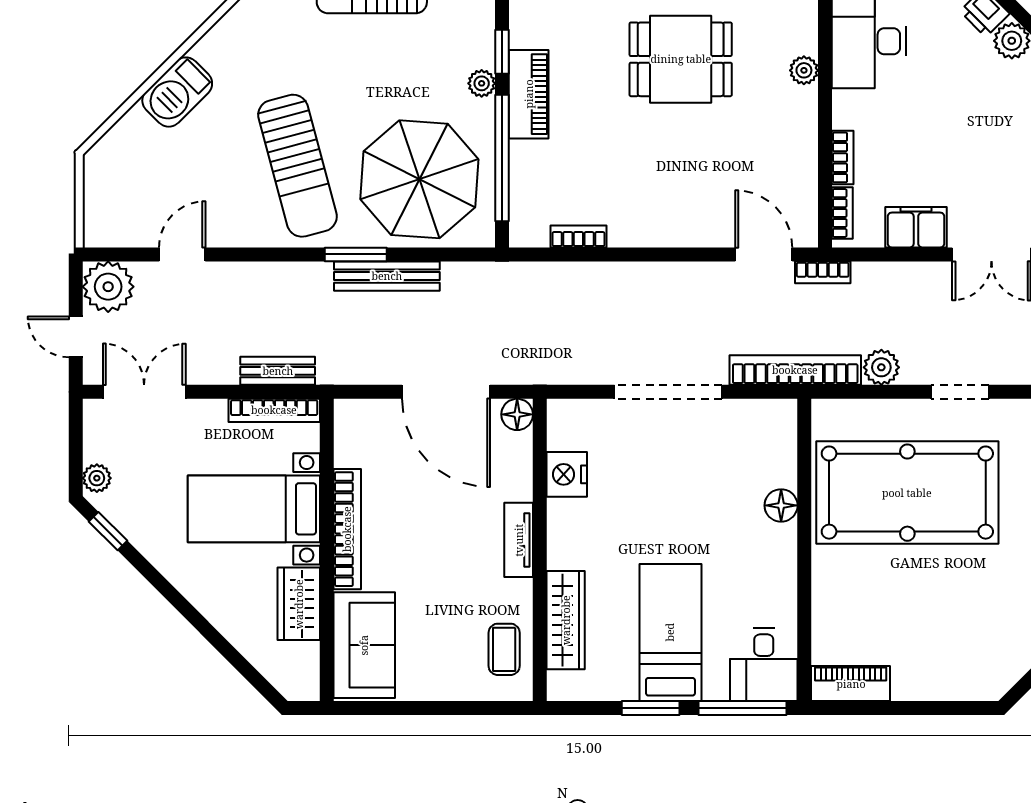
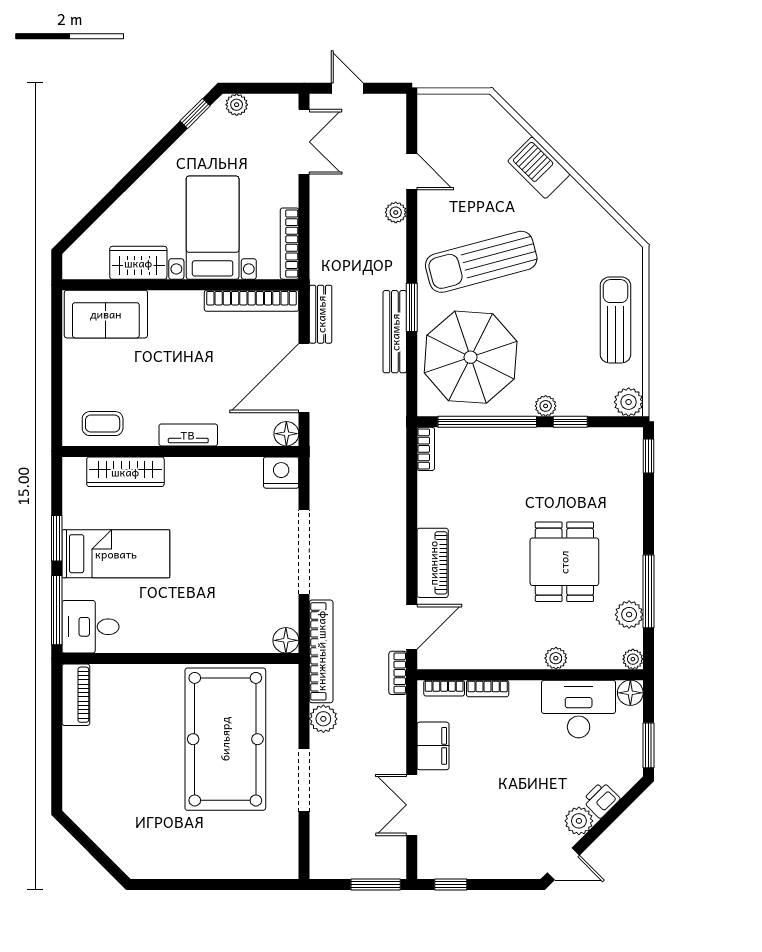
piano: (529, 94) -> (433, 563), moved, turned -90
bookcase: (578, 236) -> (426, 449), moved
plant: (108, 287) -> (396, 212), moved, width x0.53, depth x0.53
door: (76, 337) -> (347, 88), hinge flipped
bench: (278, 371) -> (321, 314), moved
doorway: (960, 392) -> (304, 780), width x1.38
nightstand: (567, 474) -> (281, 473), moved
floor lamp: (781, 505) -> (286, 640), moved
bookcase: (347, 529) -> (252, 301), moved

